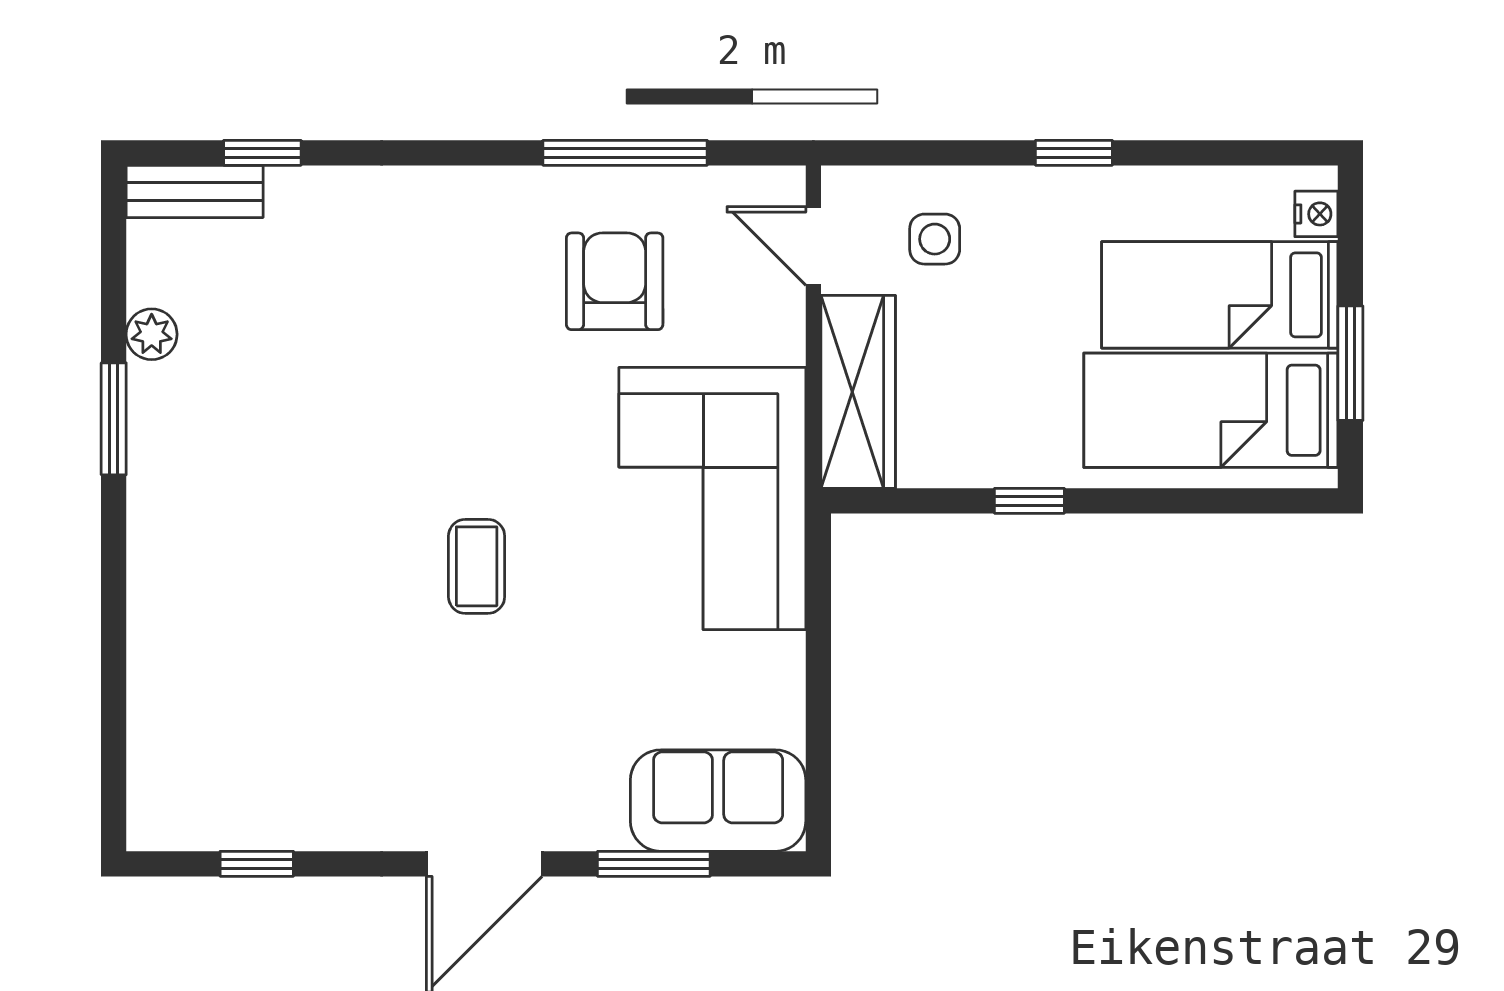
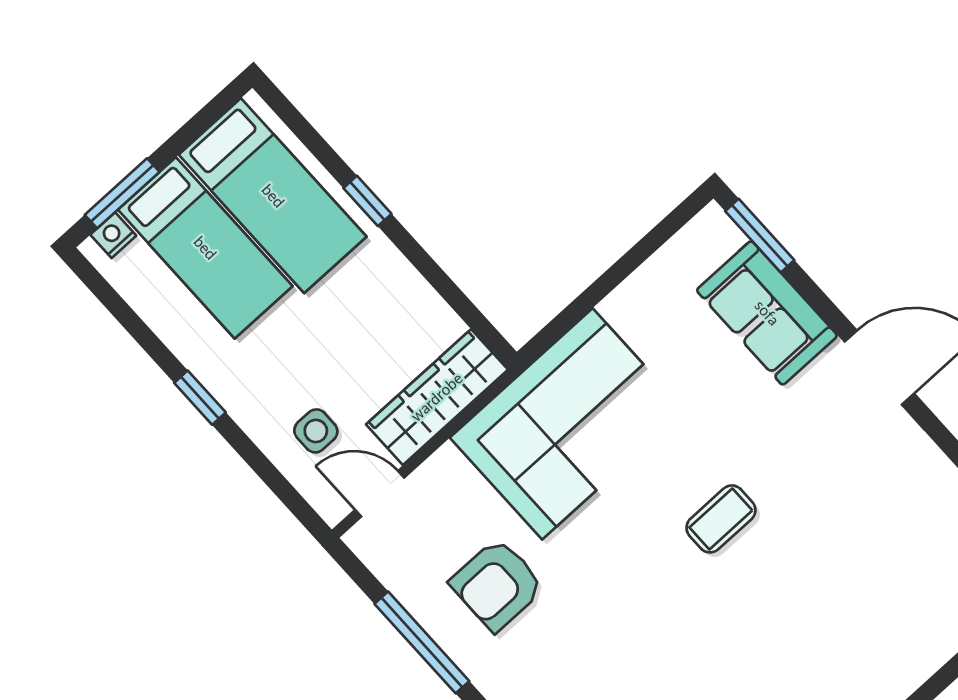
door: (813, 246) -> (380, 494), swing flipped
window: (1350, 363) -> (122, 193), moved
window: (1029, 501) -> (367, 201), moved
sofa: (718, 801) -> (767, 313), moved
window: (654, 864) -> (760, 236), moved

